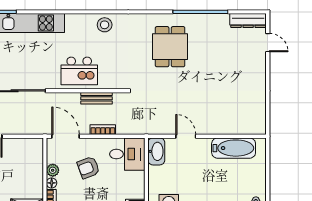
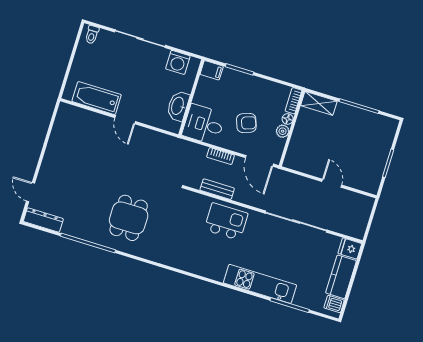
stool: (105, 25) -> (187, 259), removed
door: (186, 136) -> (125, 120), moved
washbasin: (156, 151) -> (178, 106), moved

